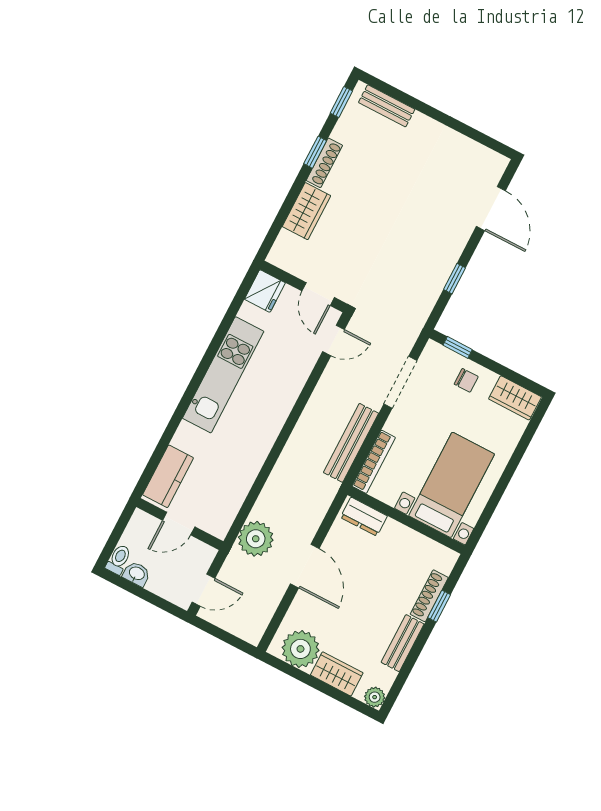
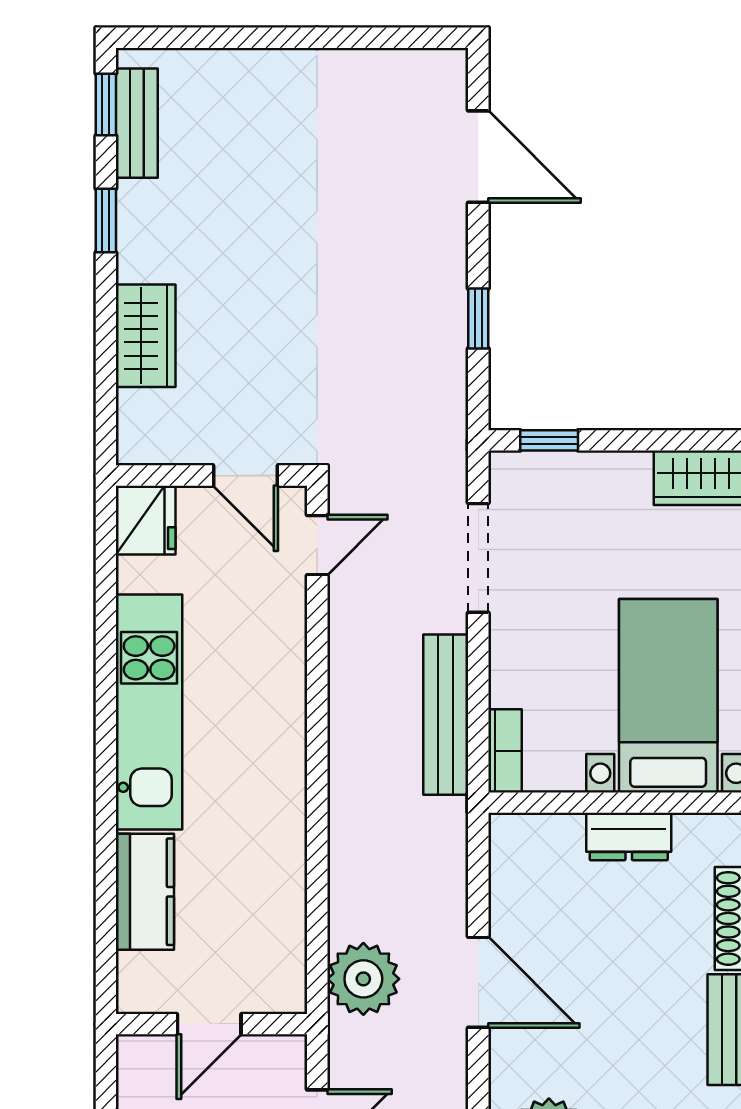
bench: (387, 106) -> (137, 123), moved, turned 90
shoe rack: (324, 163) -> (133, 231), removed
chair: (466, 380) -> (596, 492), removed
bookcase: (374, 462) -> (505, 751), width x0.64
kitchen counter: (168, 476) -> (145, 892), moved
dresser: (364, 517) -> (629, 837), moved

